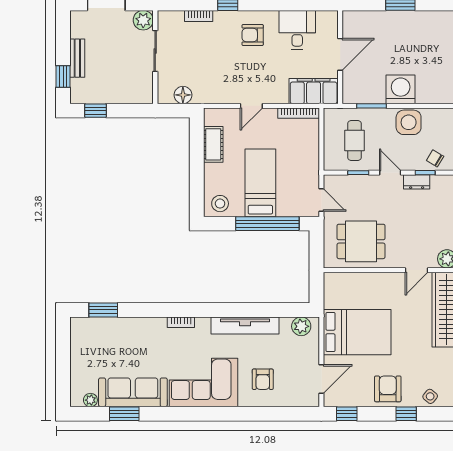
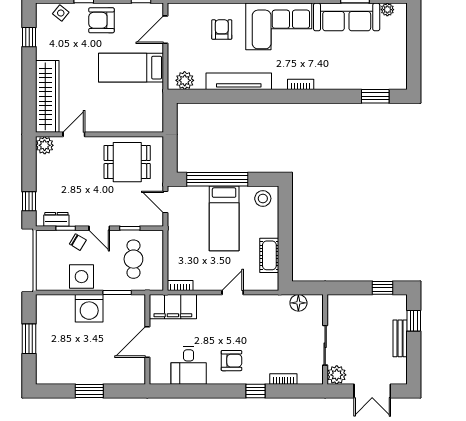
bookcase: (299, 113) -> (180, 285), width x0.64
chair: (435, 158) -> (78, 242), moved
dresser: (417, 182) -> (56, 219), moved
bed: (357, 332) -> (131, 68), width x0.67
armchair: (388, 389) -> (101, 20), turned 90

